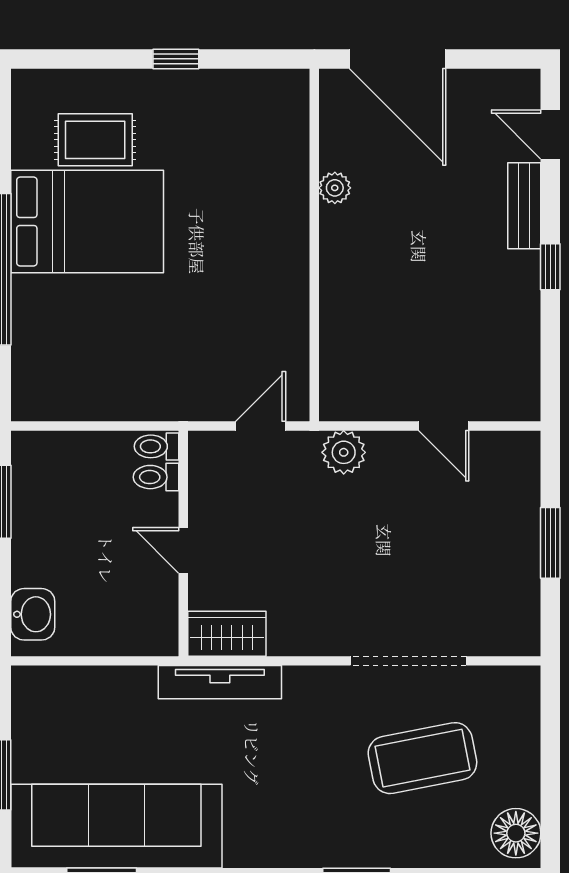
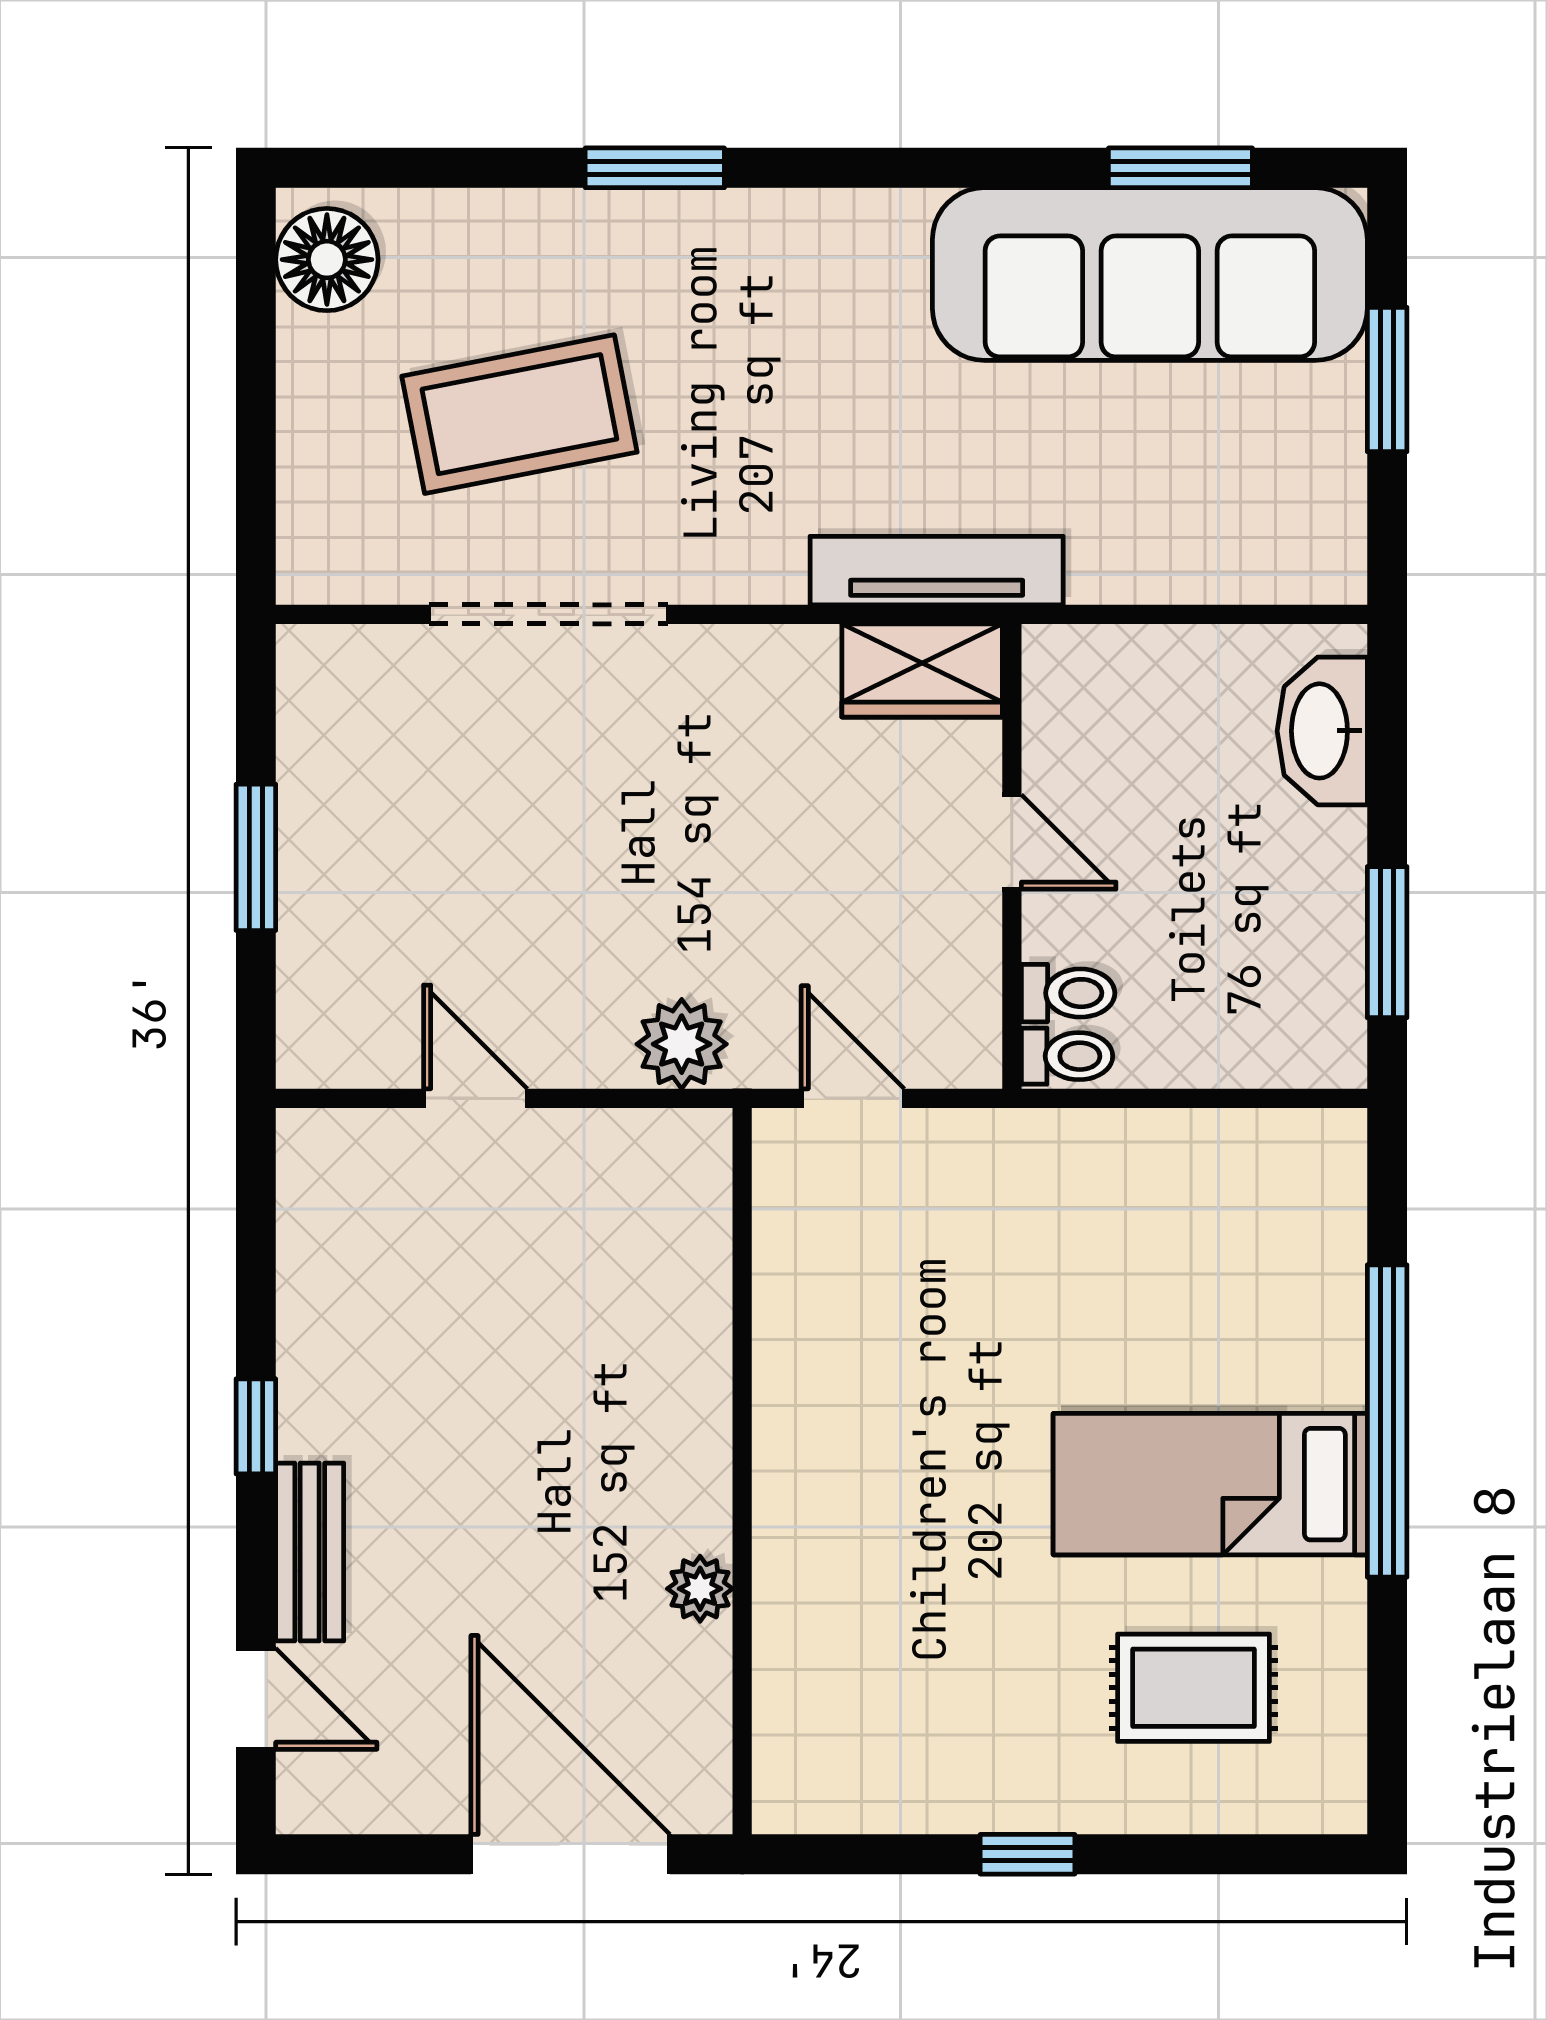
bed: (87, 221) -> (1210, 1484), width x0.67
door: (261, 426) -> (853, 1098), swing flipped
washbasin: (33, 614) -> (1322, 731), width x1.38

